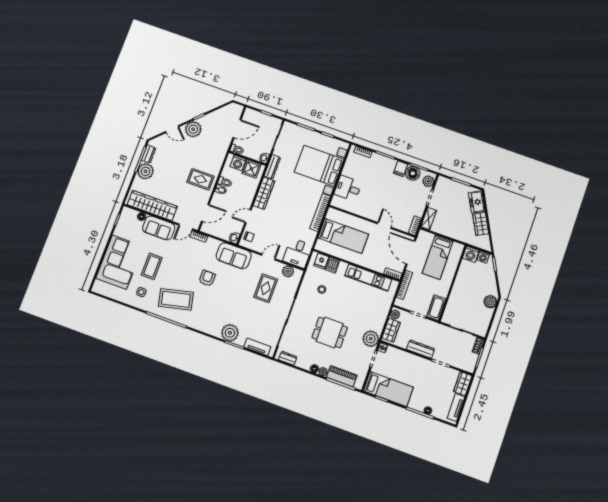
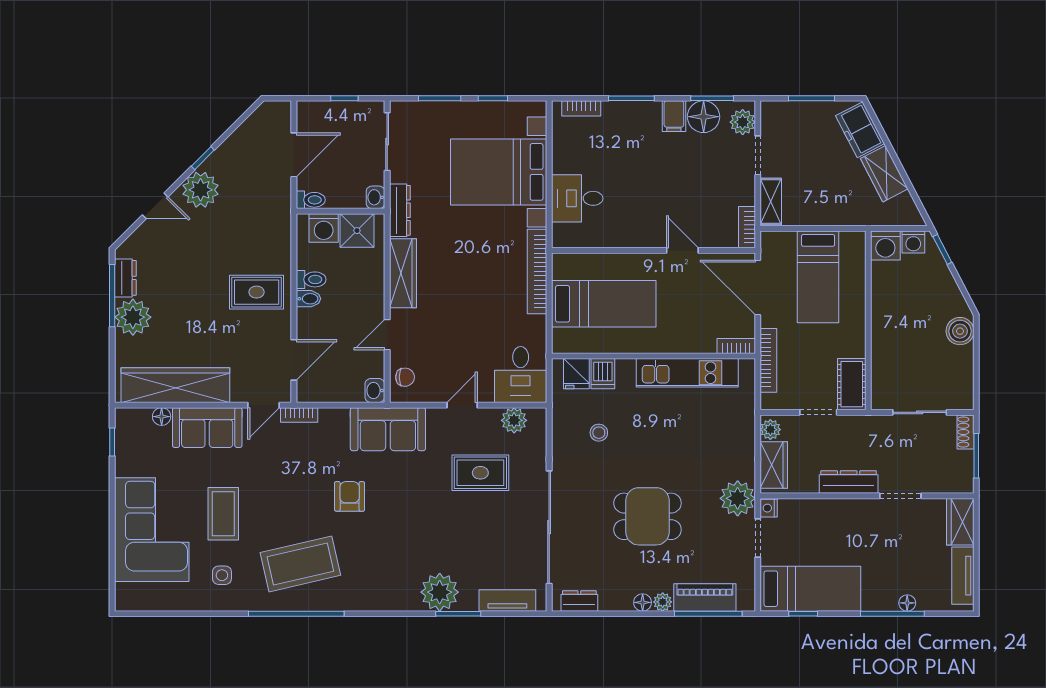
rug: (266, 288) -> (480, 473), turned 90

